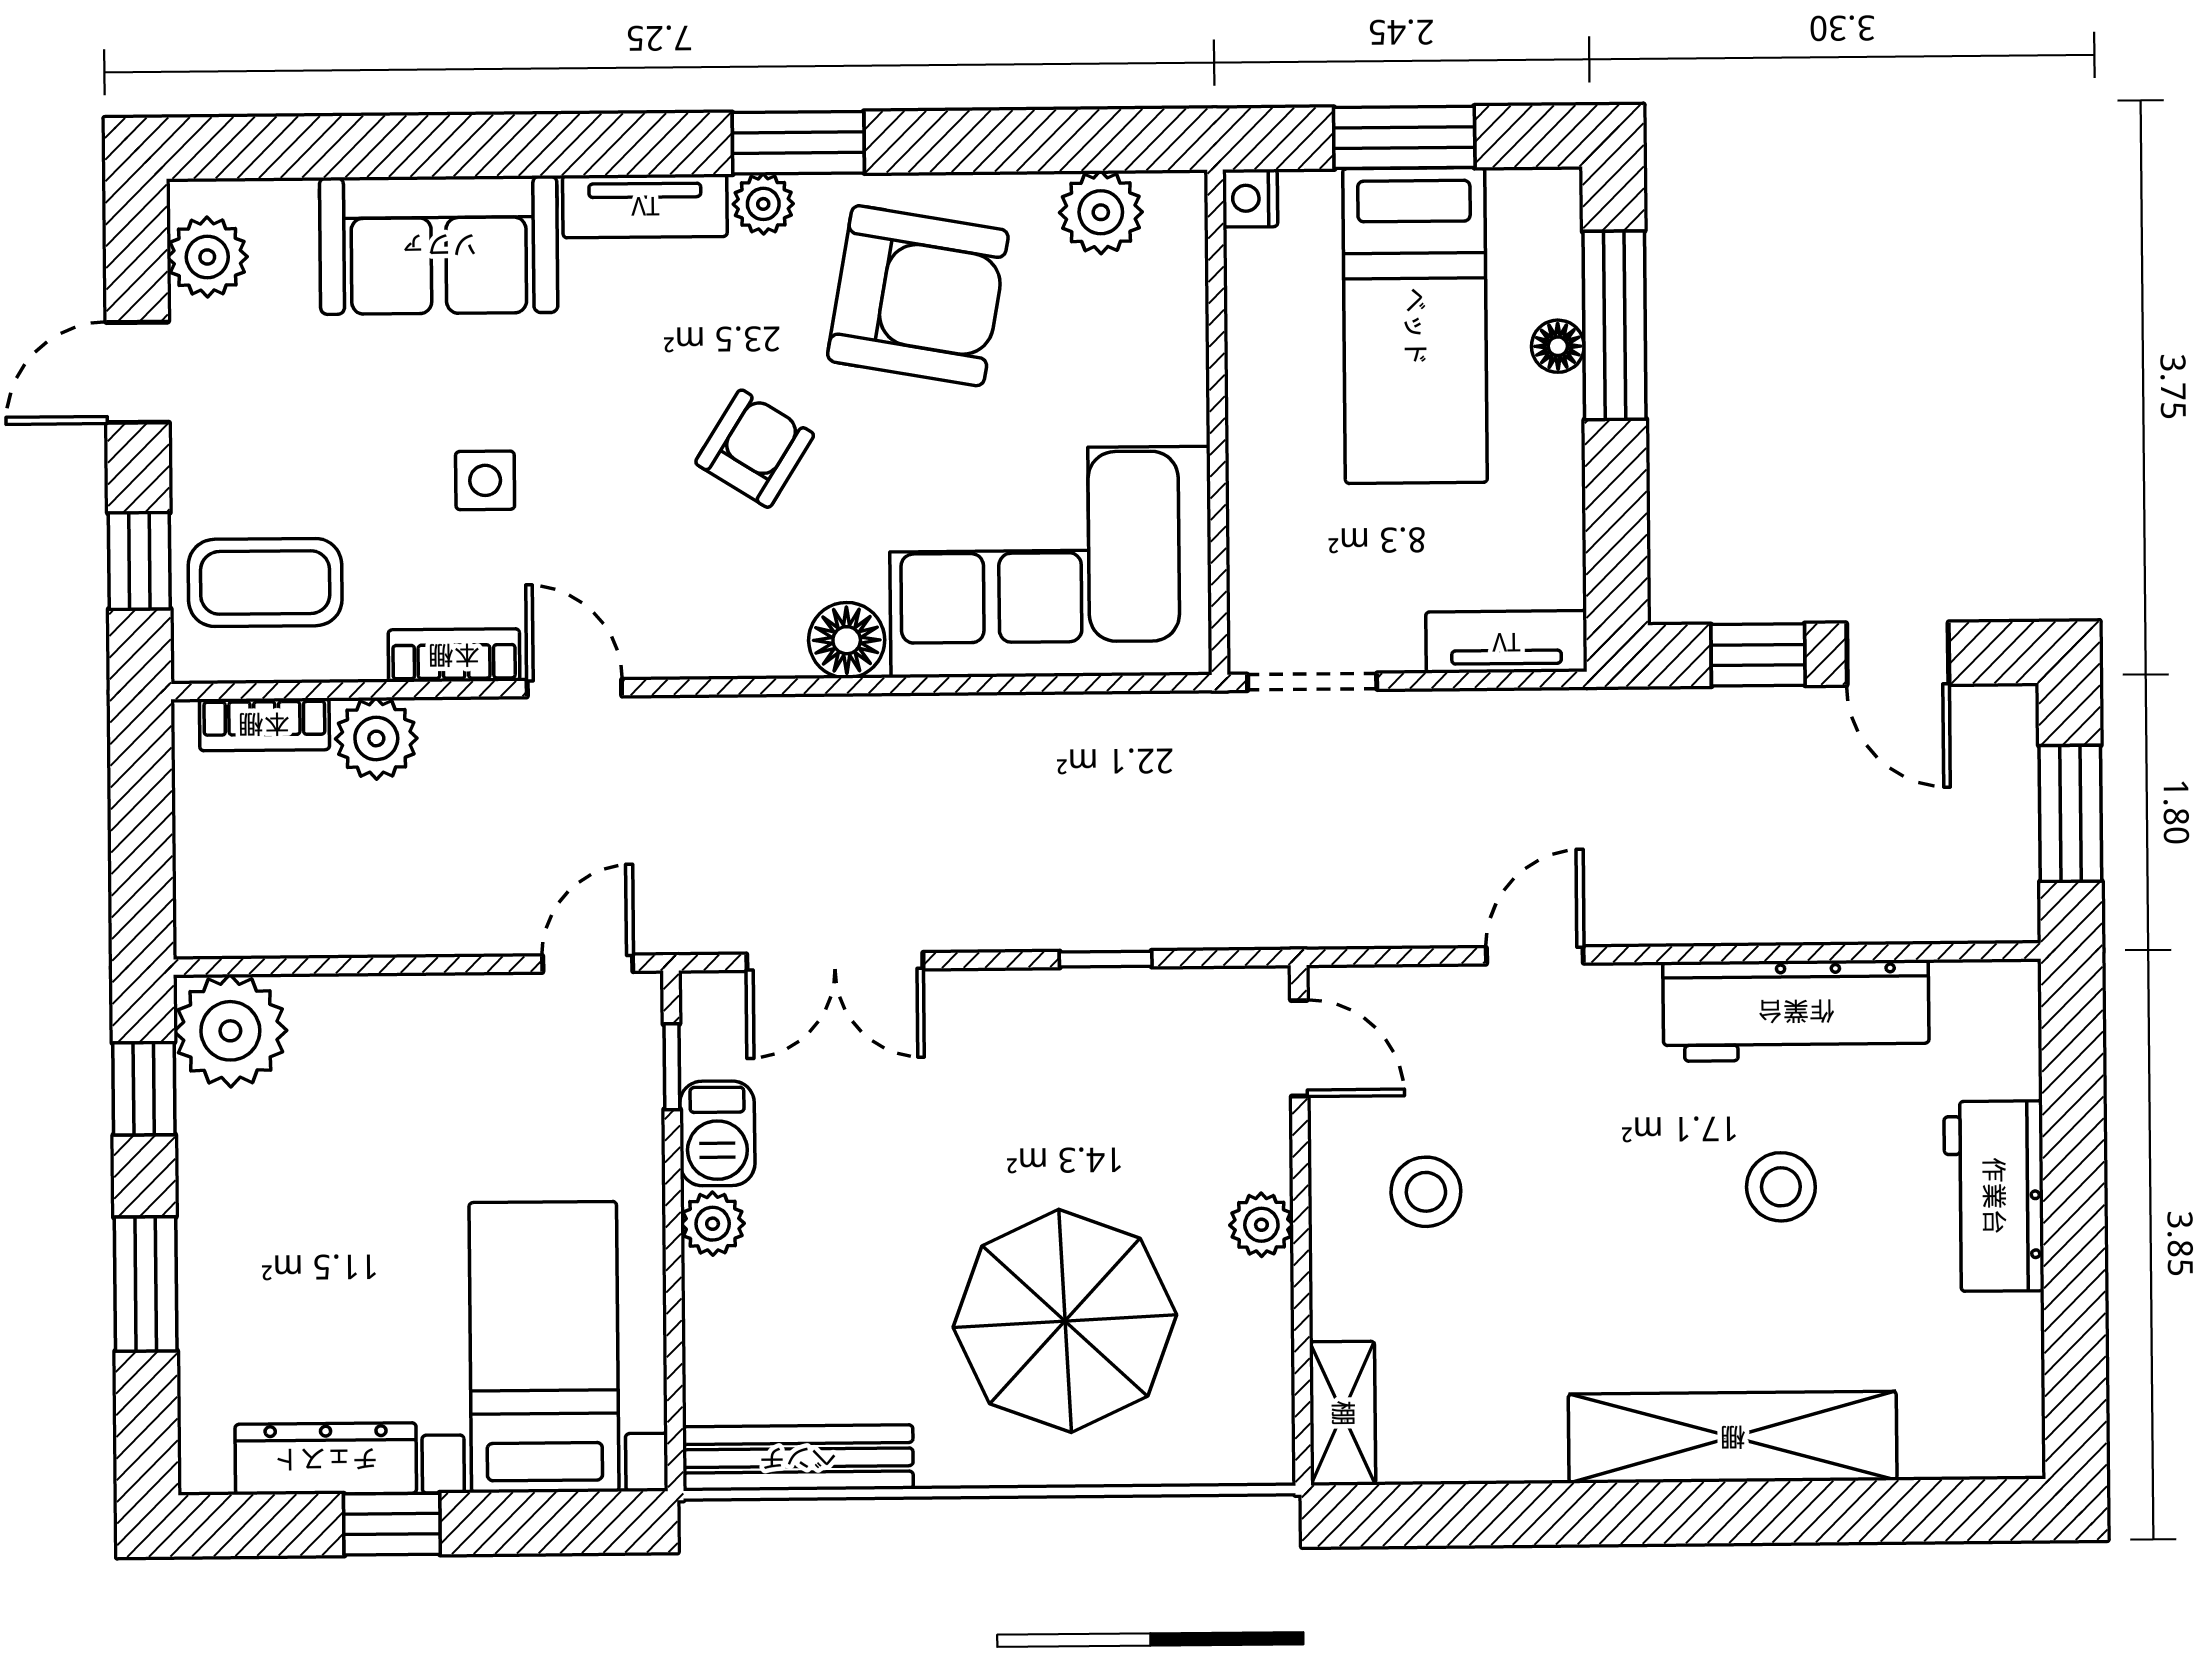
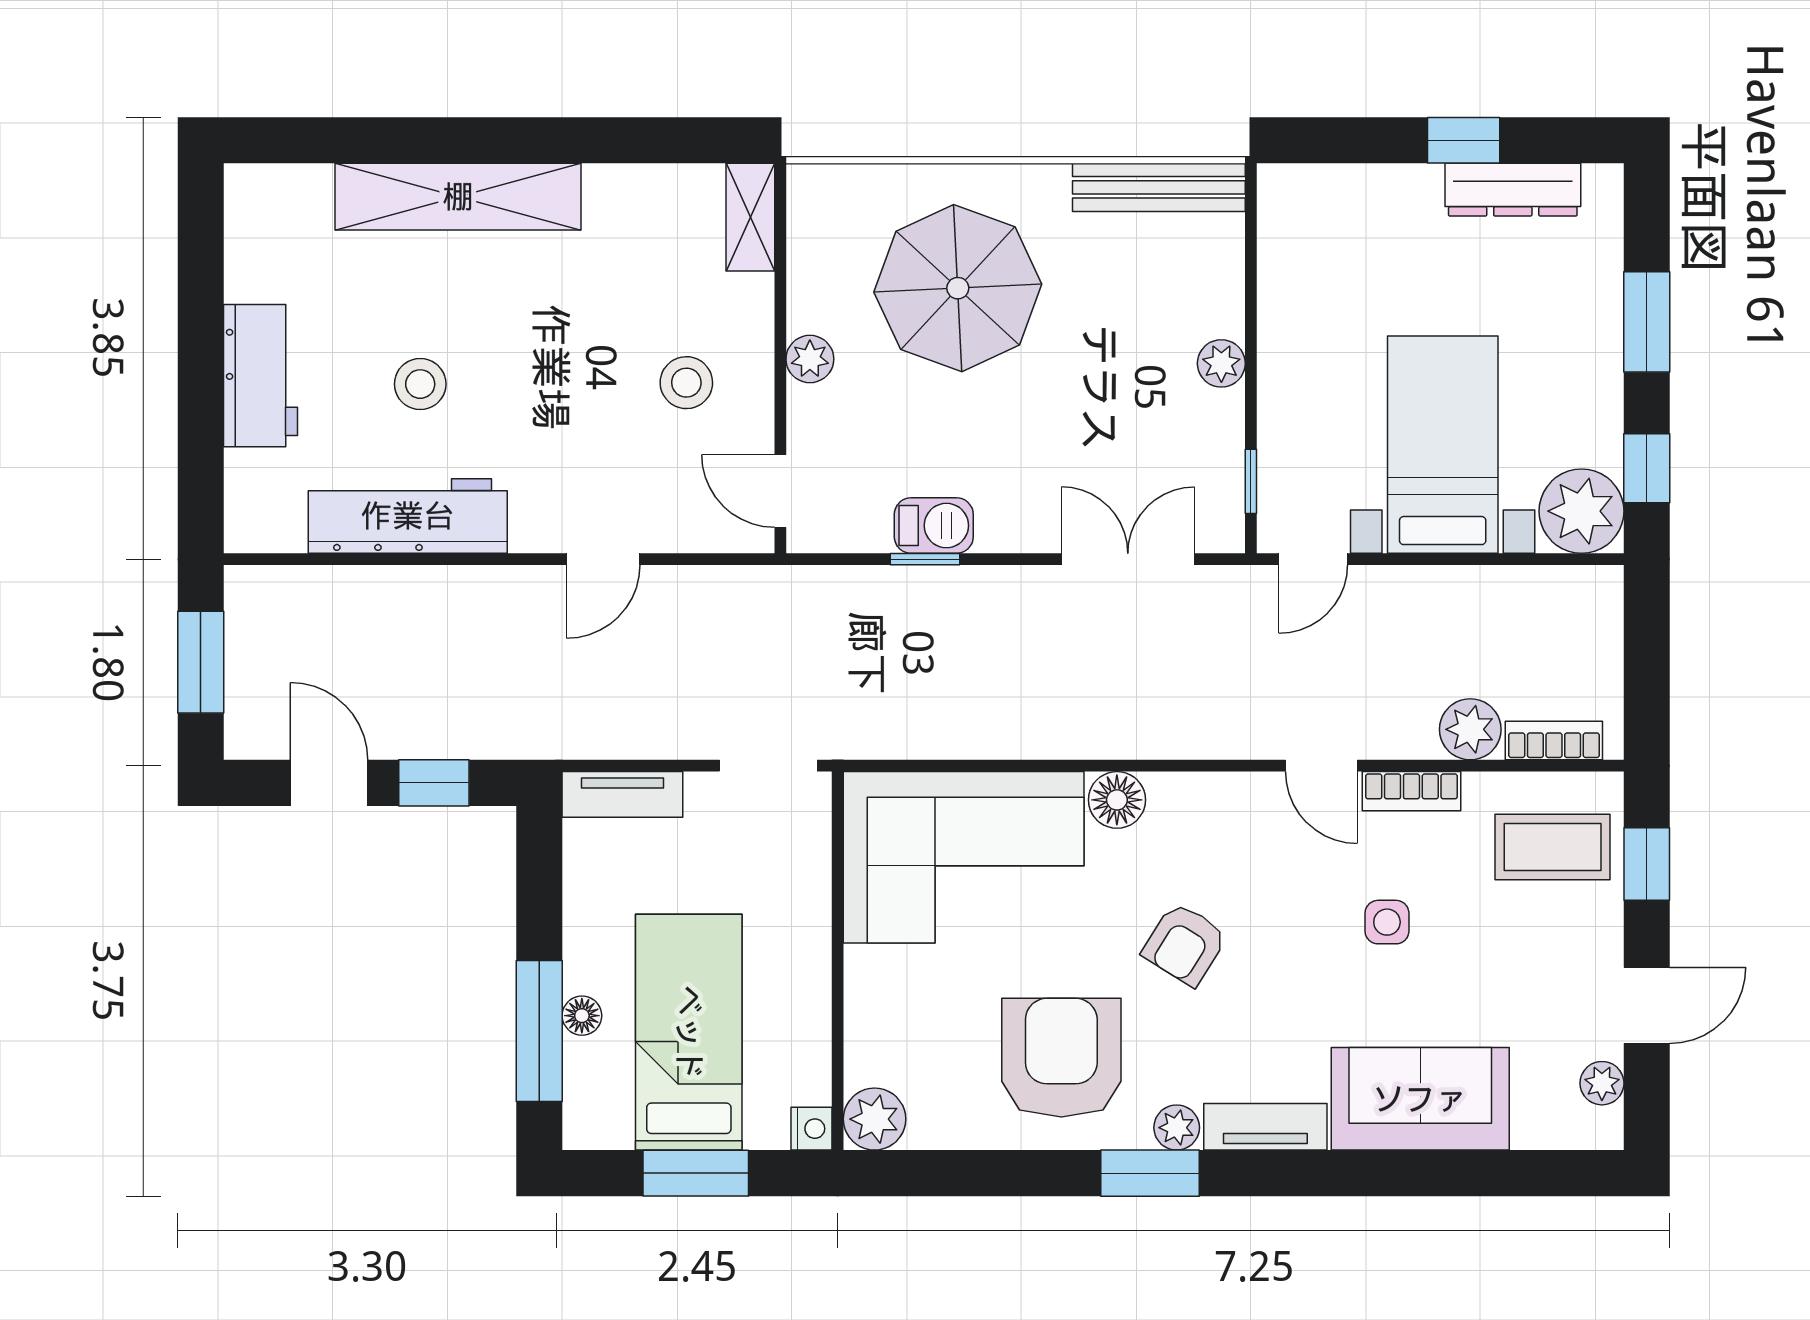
plant: (1101, 212) -> (875, 1119), moved
plant: (207, 257) -> (1602, 1083), width x0.73, depth x0.73
armchair: (918, 296) -> (1061, 1058), turned 80
barbecue: (717, 1133) -> (934, 526), moved, turned 90
bed with nightstands: (544, 1347) -> (1443, 445), moved, turned 180

